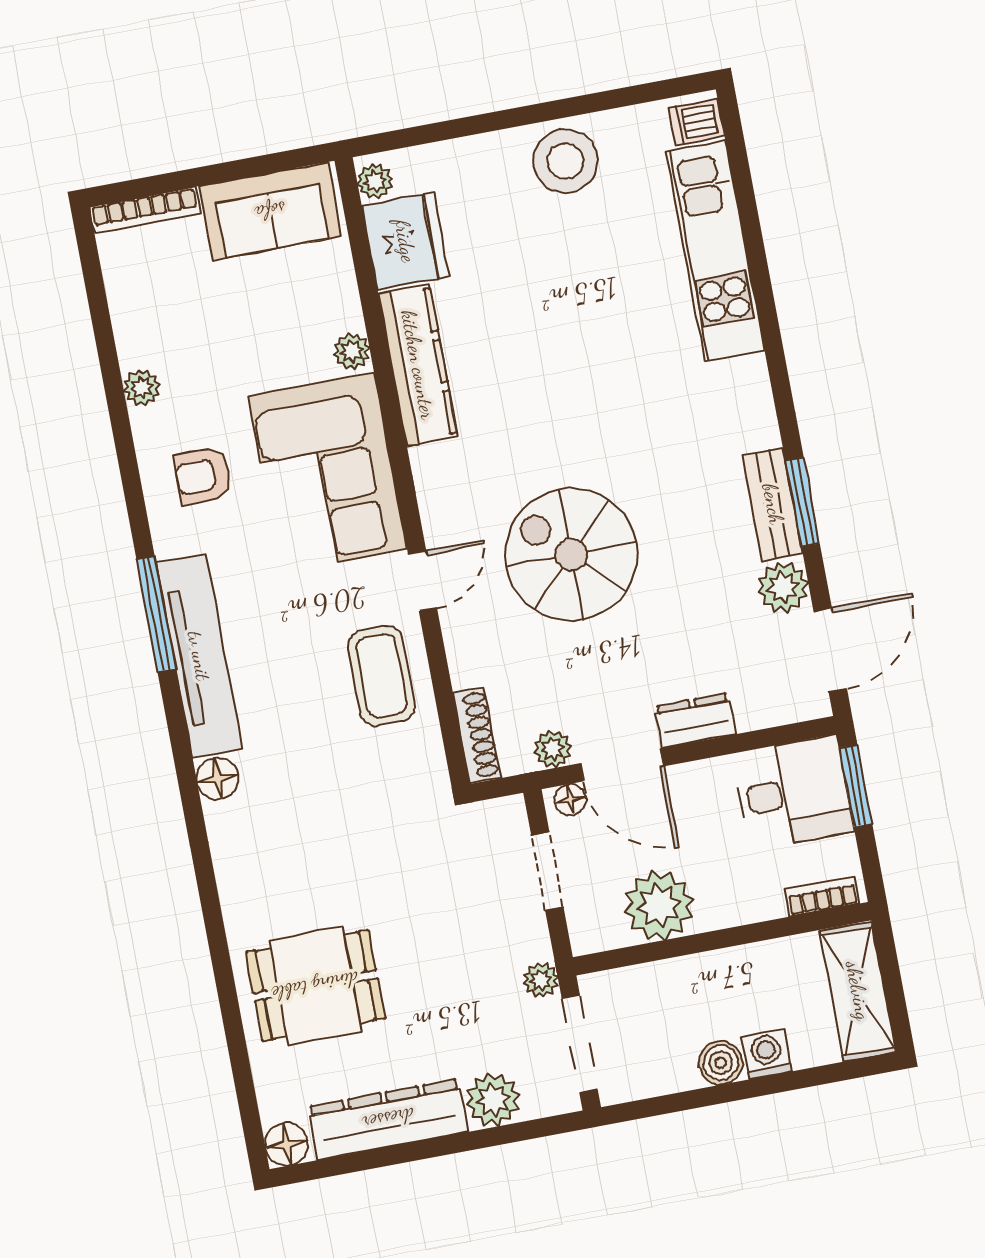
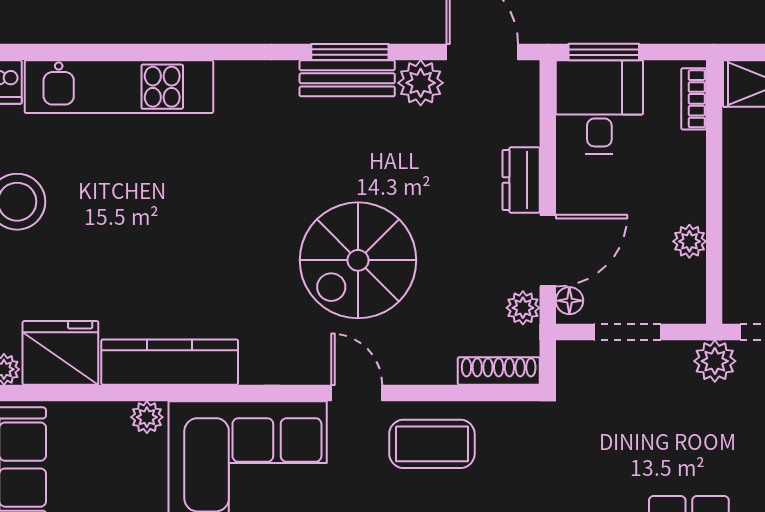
plant: (659, 905) -> (689, 241), width x0.53, depth x0.53
plant: (541, 980) -> (715, 361), width x1.38, depth x1.38

